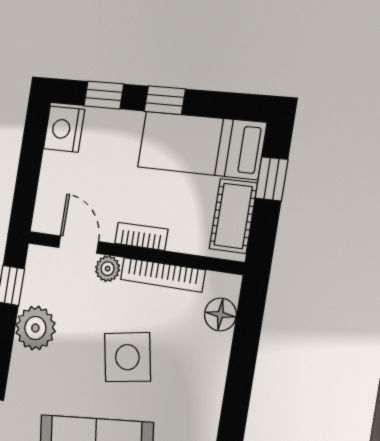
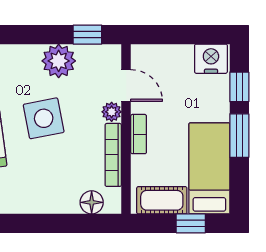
window: (165, 100) -> (239, 136), width x1.50
door: (78, 245) -> (126, 85), hinge flipped
side table: (127, 357) -> (44, 118), moved

